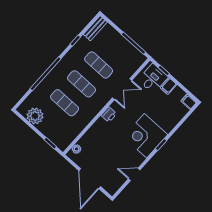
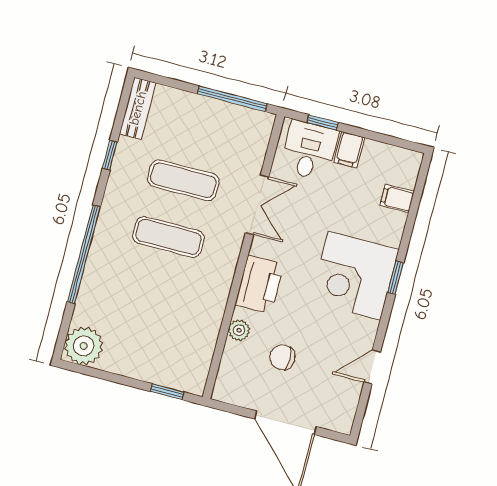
filing cabinet: (189, 102) -> (397, 199), moved
exercise mat: (65, 103) -> (154, 294), removed
printer: (109, 115) -> (259, 284), width x1.87, depth x1.48
plant: (35, 116) -> (84, 346), moved
plant: (76, 149) -> (239, 330), moved
chair: (102, 153) -> (282, 357), added

